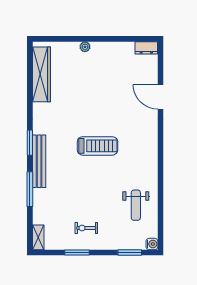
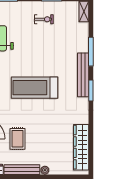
bench: (113, 48) -> (22, 170), added
rug: (118, 84) -> (17, 139), added
treadmill: (97, 146) -> (34, 88), width x1.37, depth x1.38

